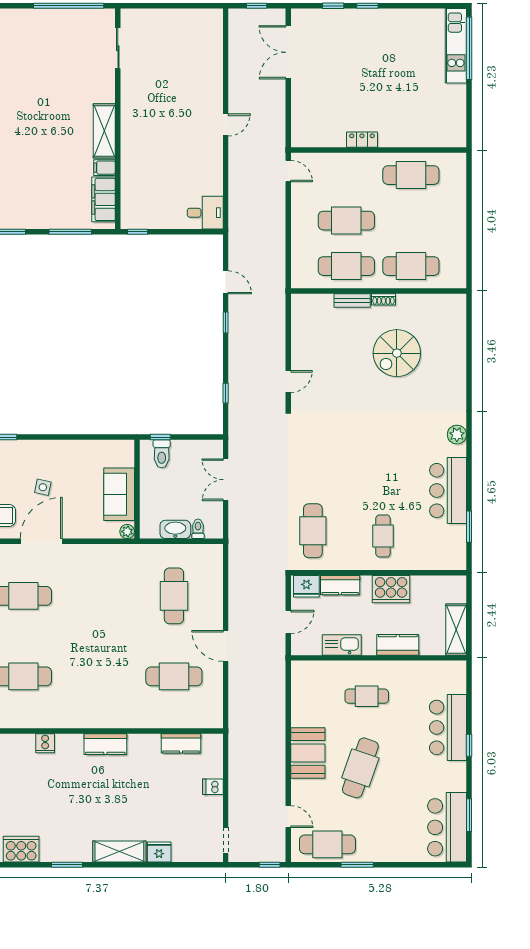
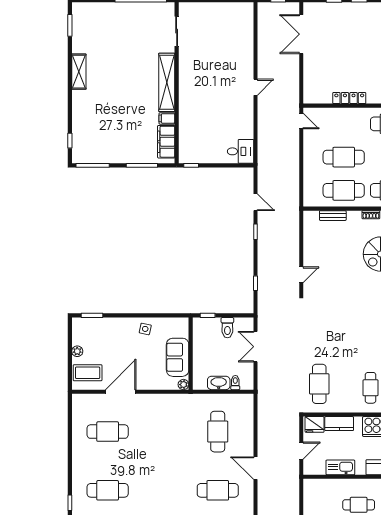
shelving: (104, 131) -> (167, 82), width x1.47
locker: (362, 140) -> (349, 98), width x1.53
bench: (352, 300) -> (333, 216), moved
toilet: (162, 454) -> (227, 328), moved
side table: (43, 487) -> (145, 329), moved

